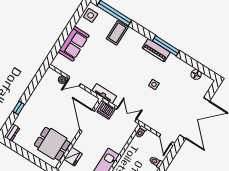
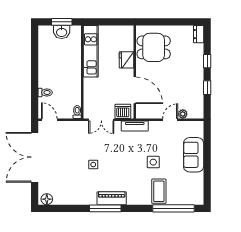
side table: (91, 15) -> (153, 162), moved
floor lamp: (196, 74) -> (47, 199), moved
window: (31, 88) -> (207, 88), added
fridge: (73, 157) -> (126, 60), moved

